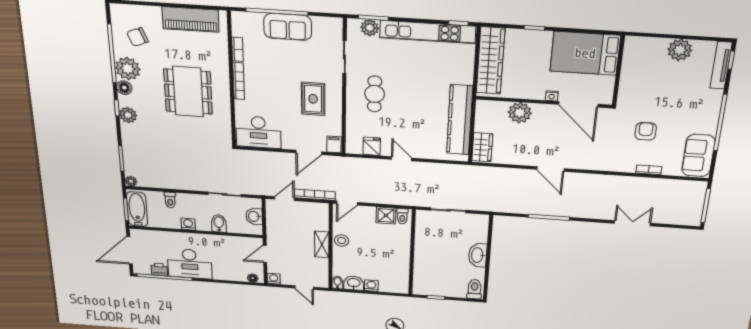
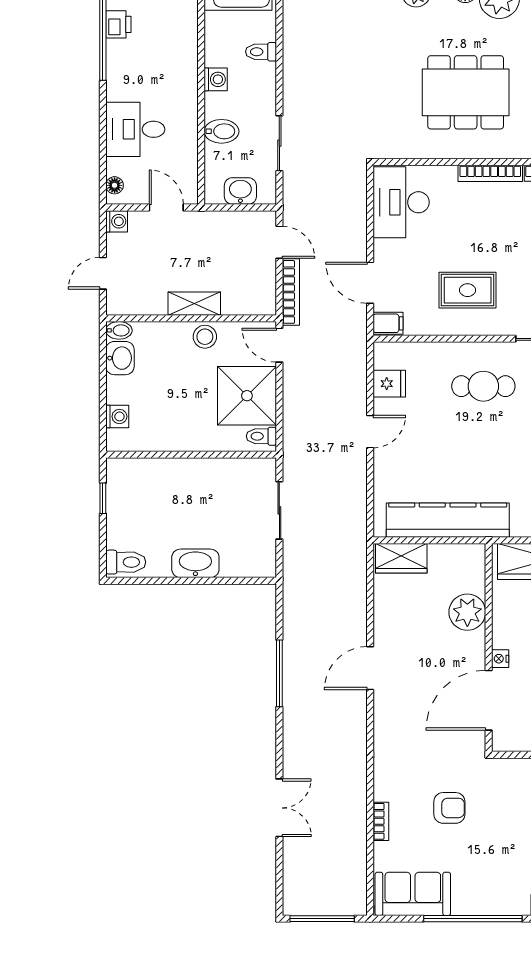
shower: (386, 215) -> (247, 396), width x1.86, depth x1.86
desk: (190, 264) -> (135, 129), moved, width x0.73
washing machine: (371, 286) -> (117, 416), moved

